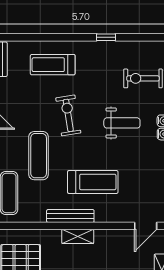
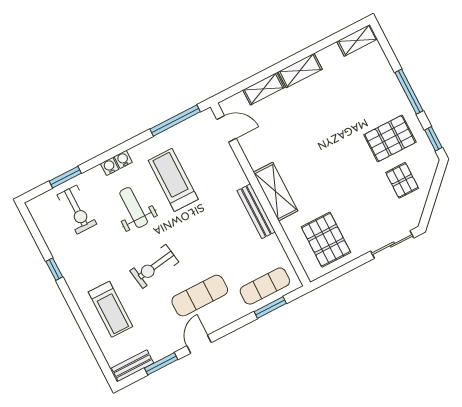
exercise mat: (39, 156) -> (200, 296), moved
treadmill: (93, 182) -> (173, 180), moved
shelving: (78, 236) -> (276, 192), width x1.50, depth x1.33

